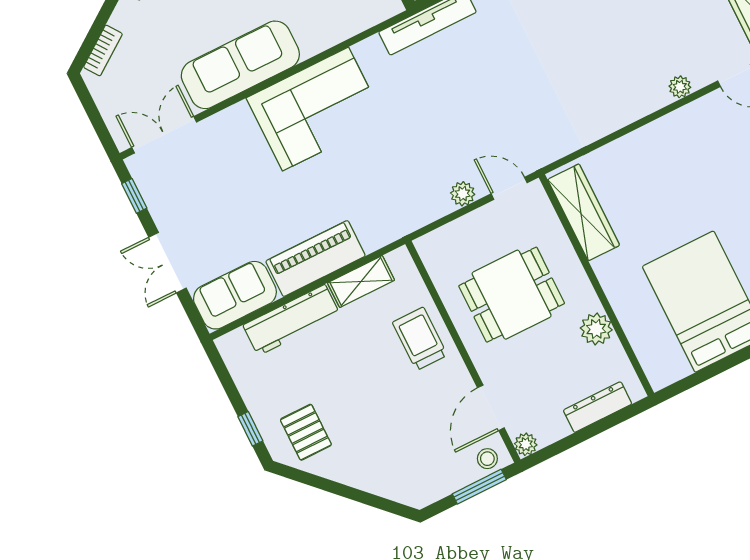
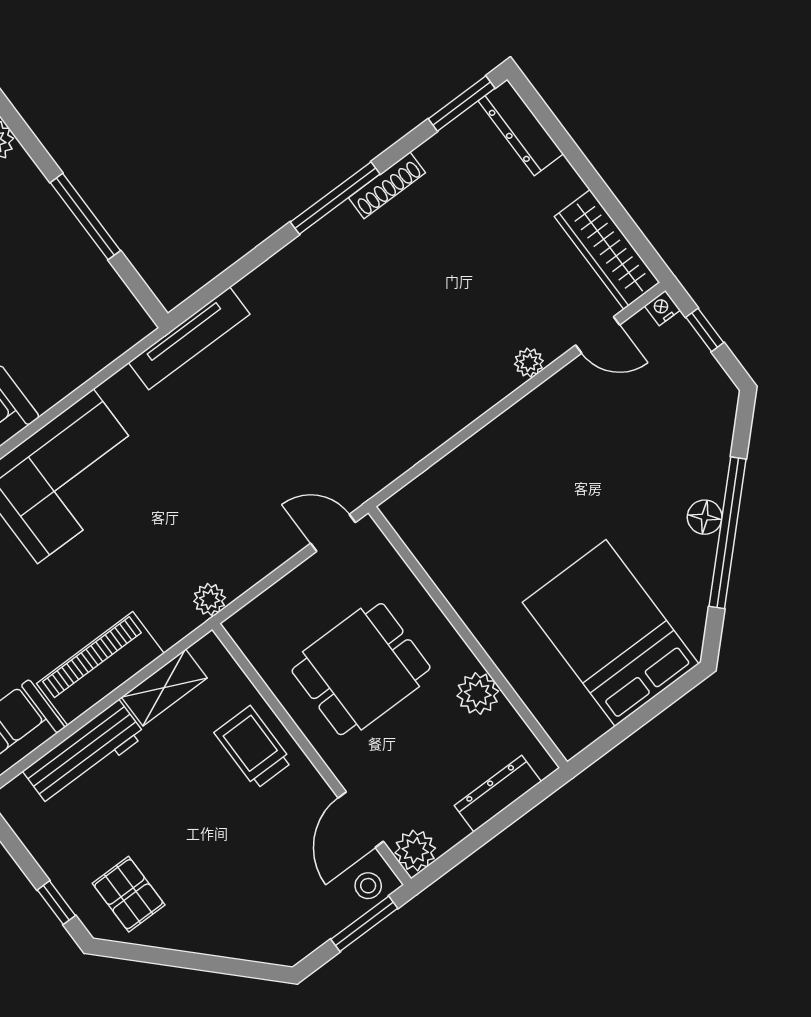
plant: (463, 194) -> (210, 599), moved
wardrobe: (584, 212) -> (434, 546), removed
plant: (526, 444) -> (415, 850), width x1.38, depth x1.38

